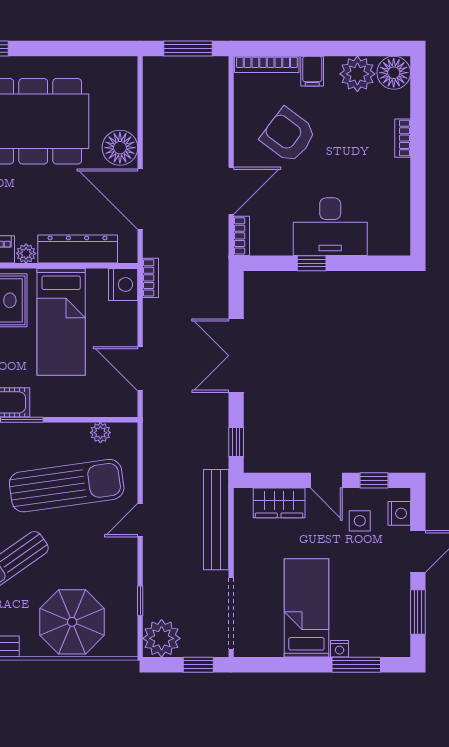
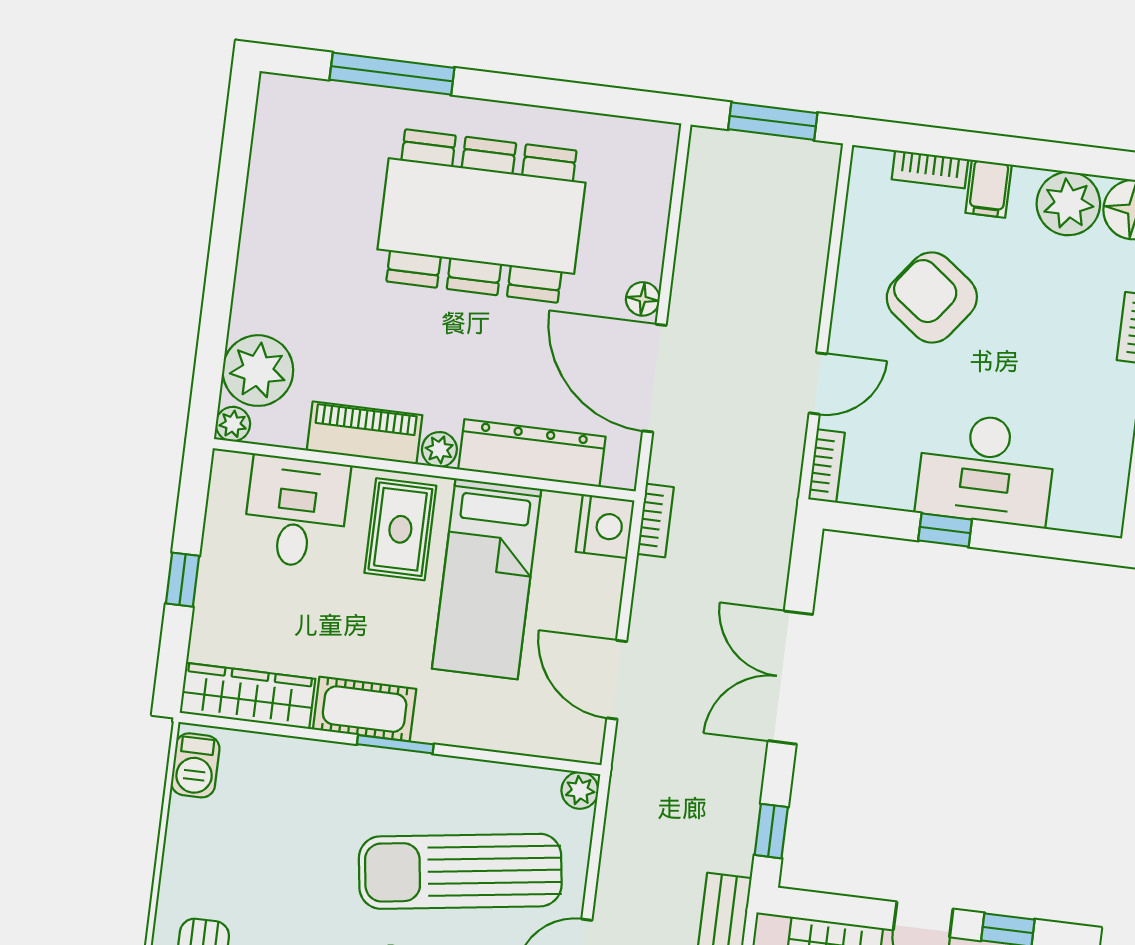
bookcase: (267, 64) -> (930, 169), width x0.64
floor lamp: (120, 148) -> (643, 299), width x0.53, depth x0.53
door: (231, 191) -> (818, 383), width x0.73
plant: (100, 433) -> (580, 790), moved
sun lounger: (67, 486) -> (460, 871), turned 180

